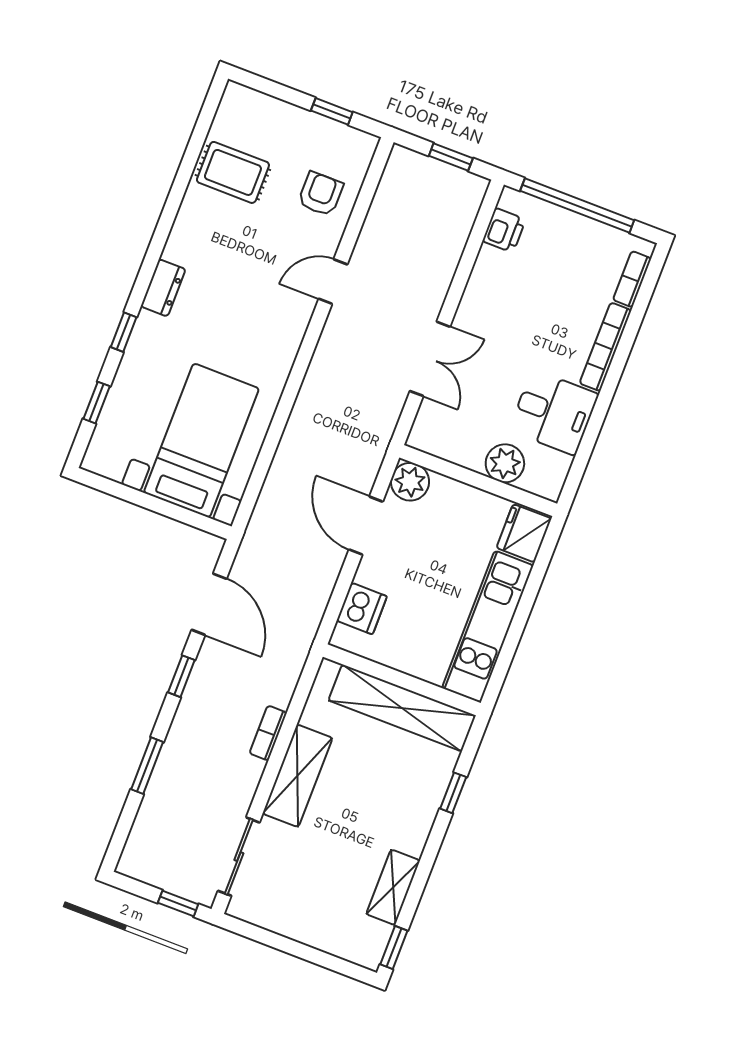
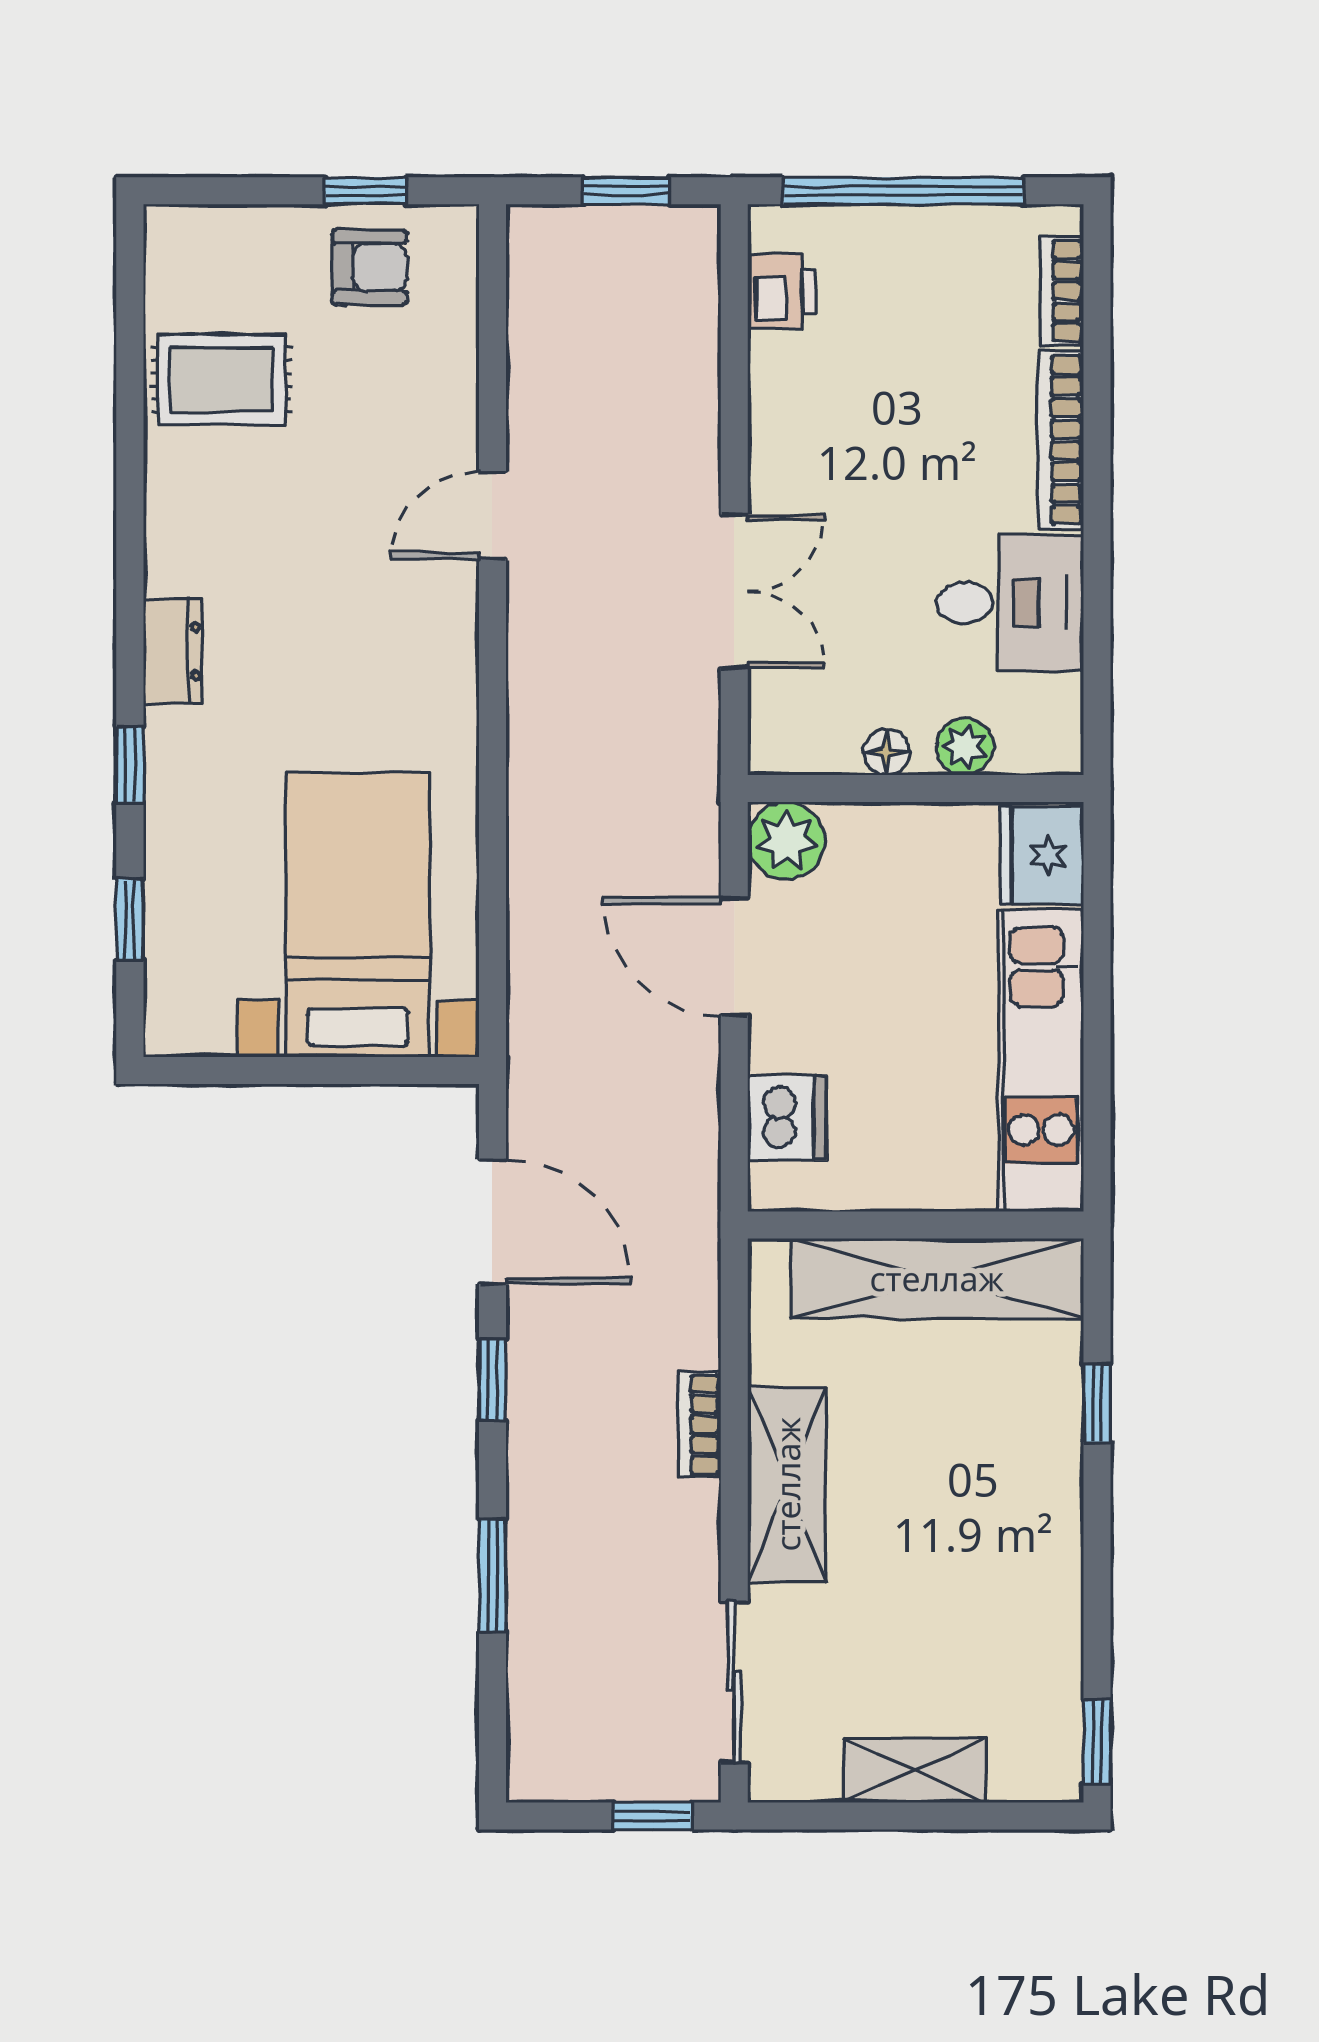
armchair: (321, 194) -> (370, 267), moved, turned 90
floor lamp: (471, 459) -> (887, 752), added
plant: (505, 463) -> (965, 747), width x0.73, depth x0.73
shelving: (393, 887) -> (914, 1770), moved, turned 90

